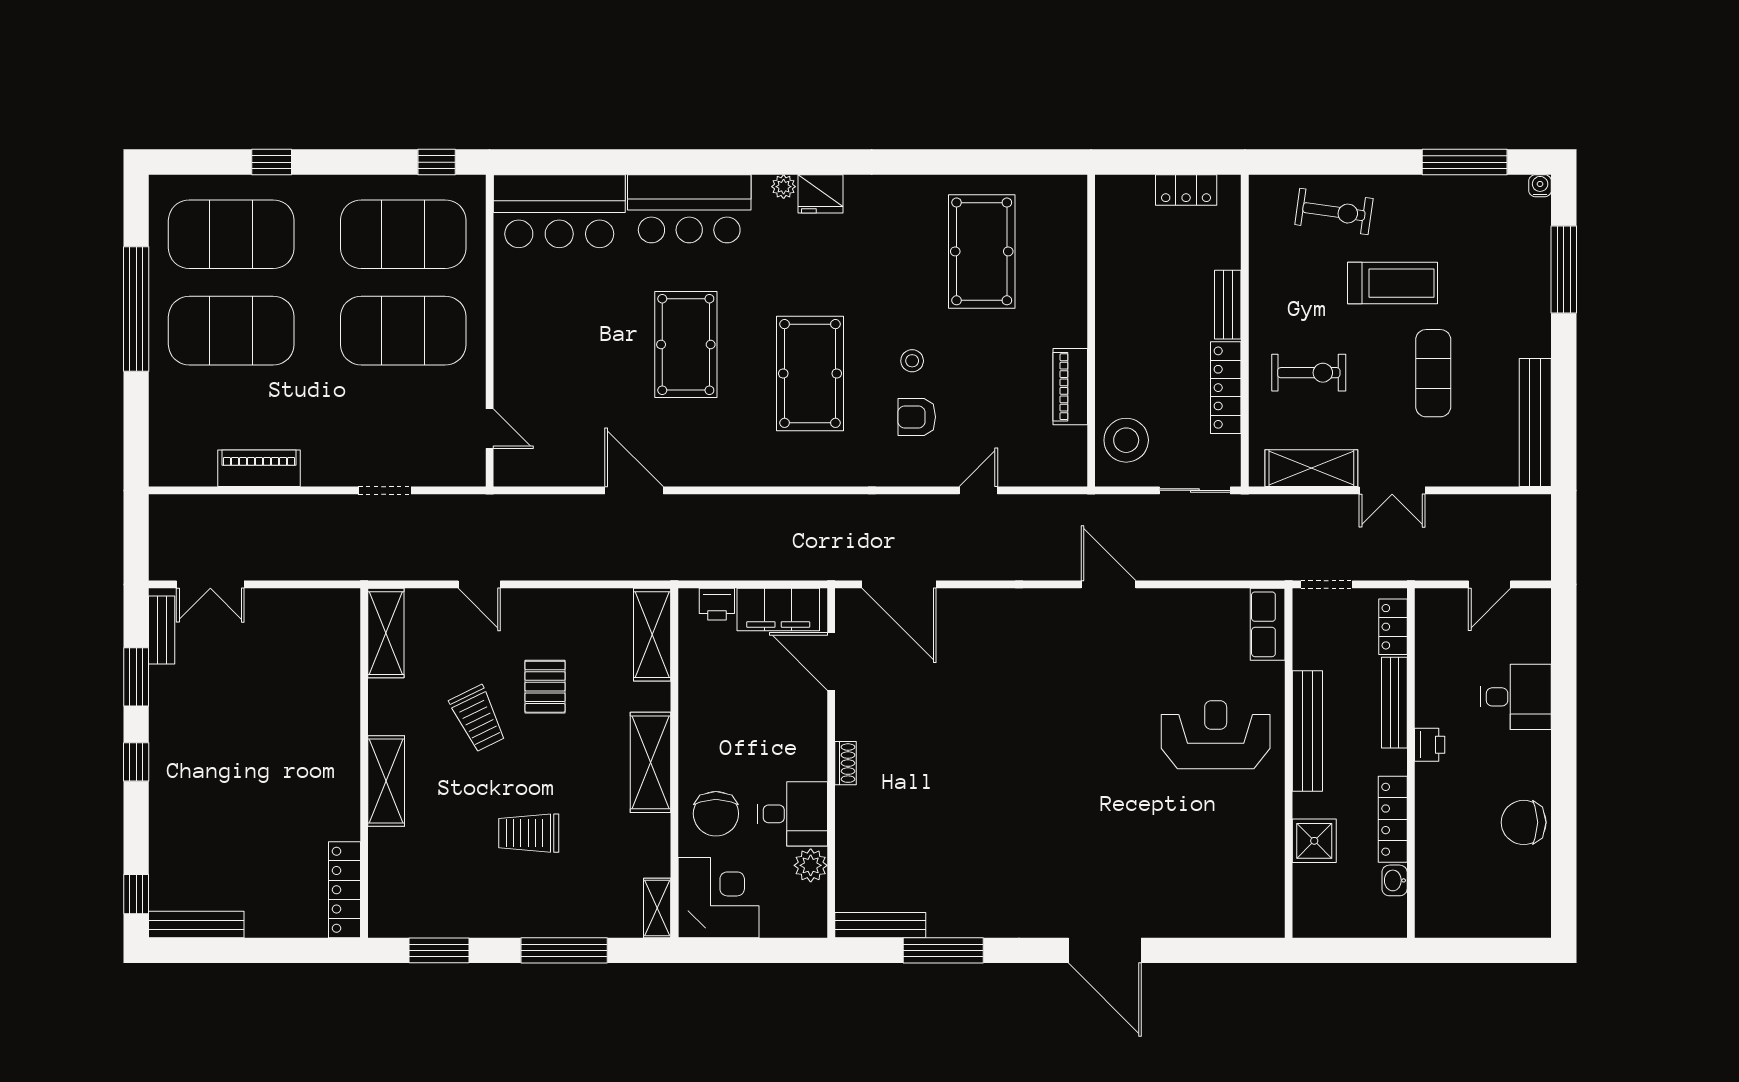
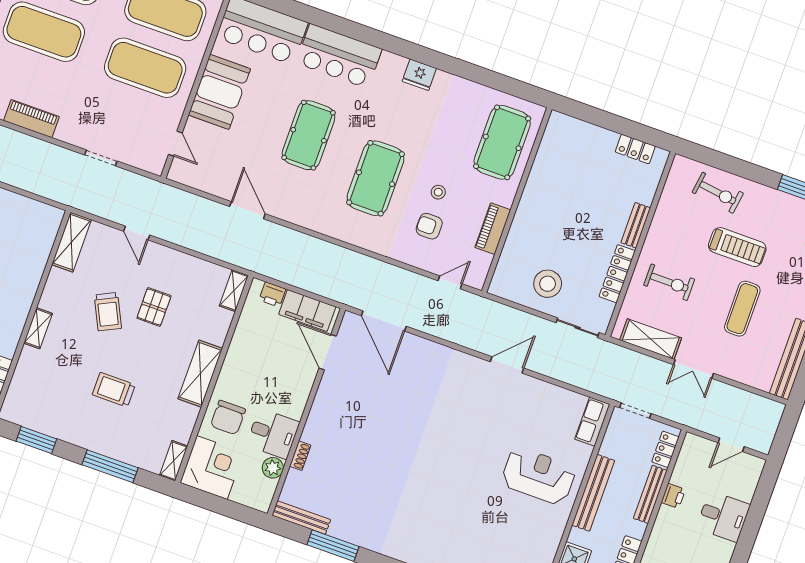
plant: (784, 187) -> (399, 63), removed
booth: (528, 327) -> (219, 92), added
wall: (1091, 331) -> (517, 200), moved
piano: (1070, 387) -> (493, 229), moved
door: (1109, 584) -> (507, 365), hinge flipped
shelving: (652, 635) -> (234, 291), width x0.67, depth x0.75
printer: (1430, 745) -> (673, 496), moved
shoe rack: (845, 763) -> (300, 456), moved
shelving: (386, 781) -> (38, 328), width x0.67, depth x0.75

